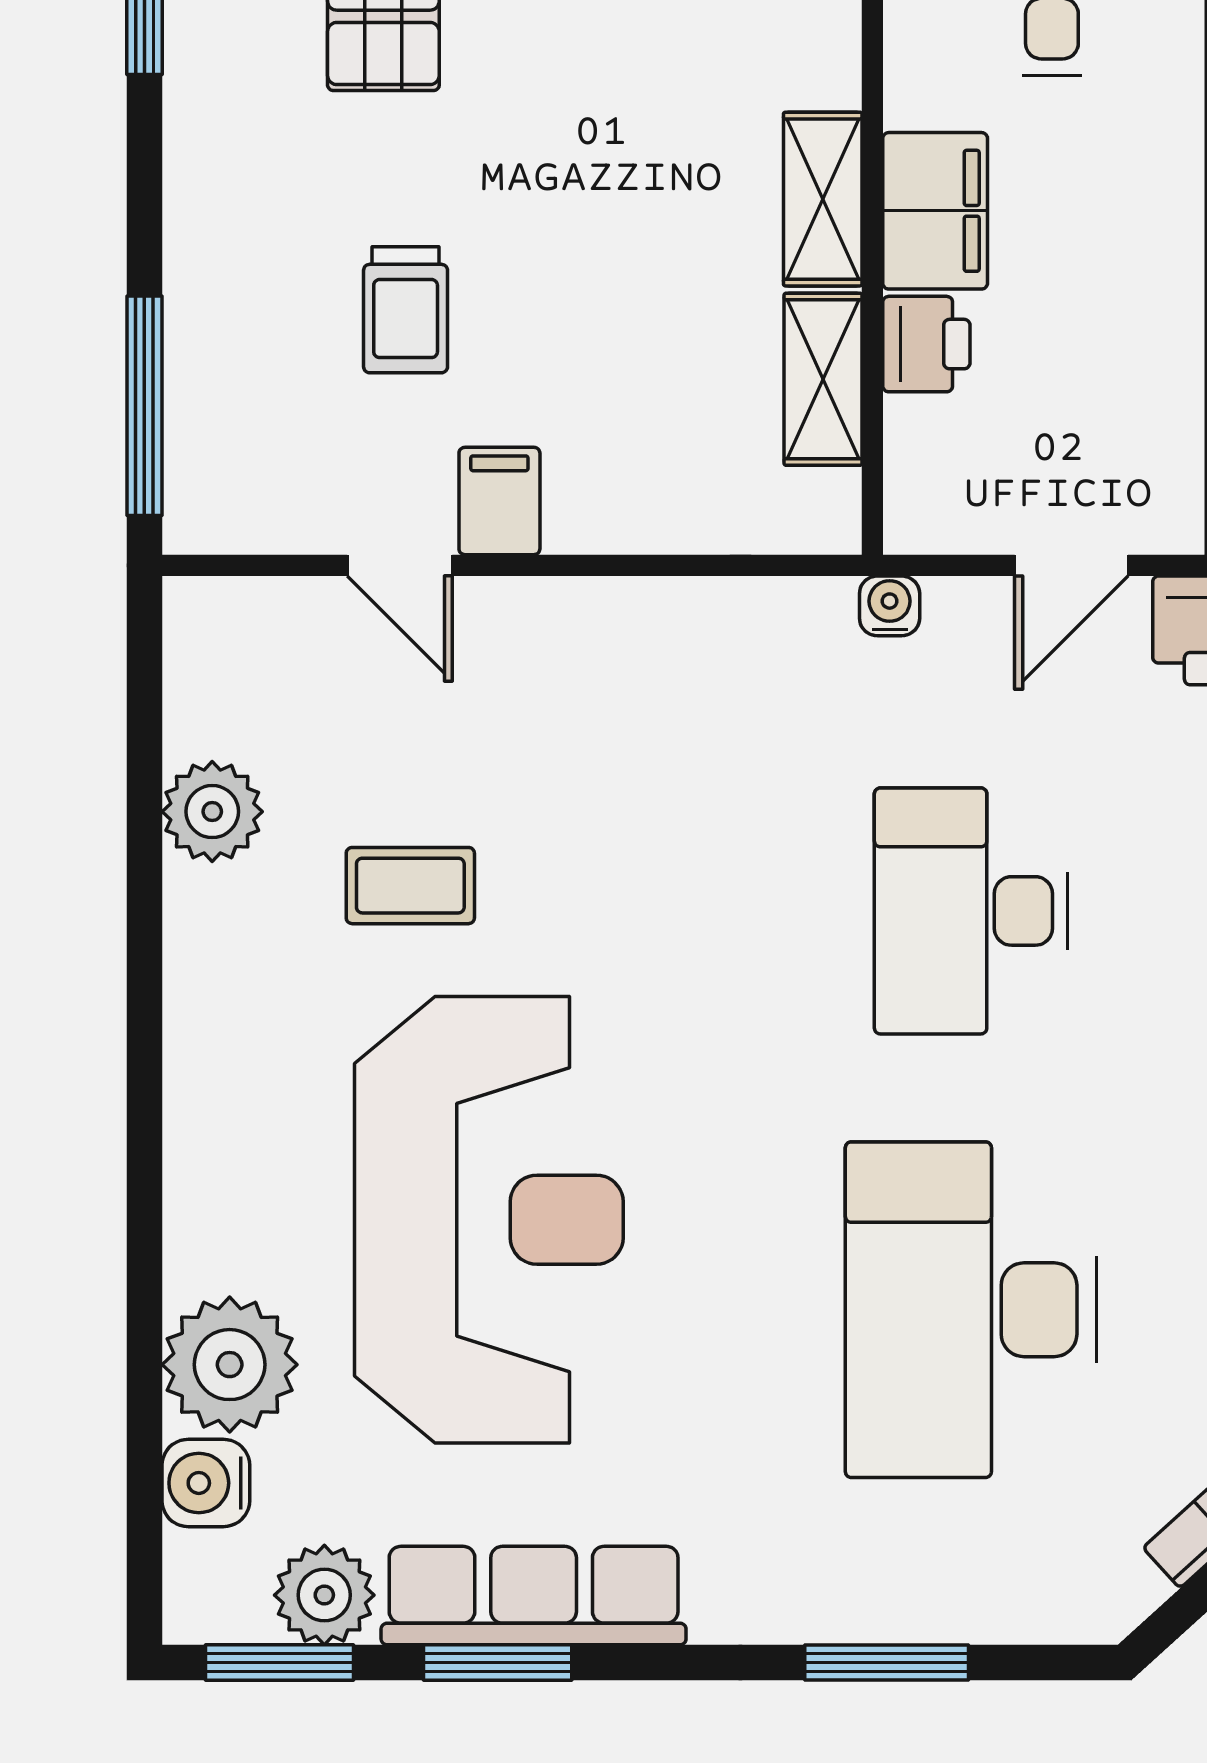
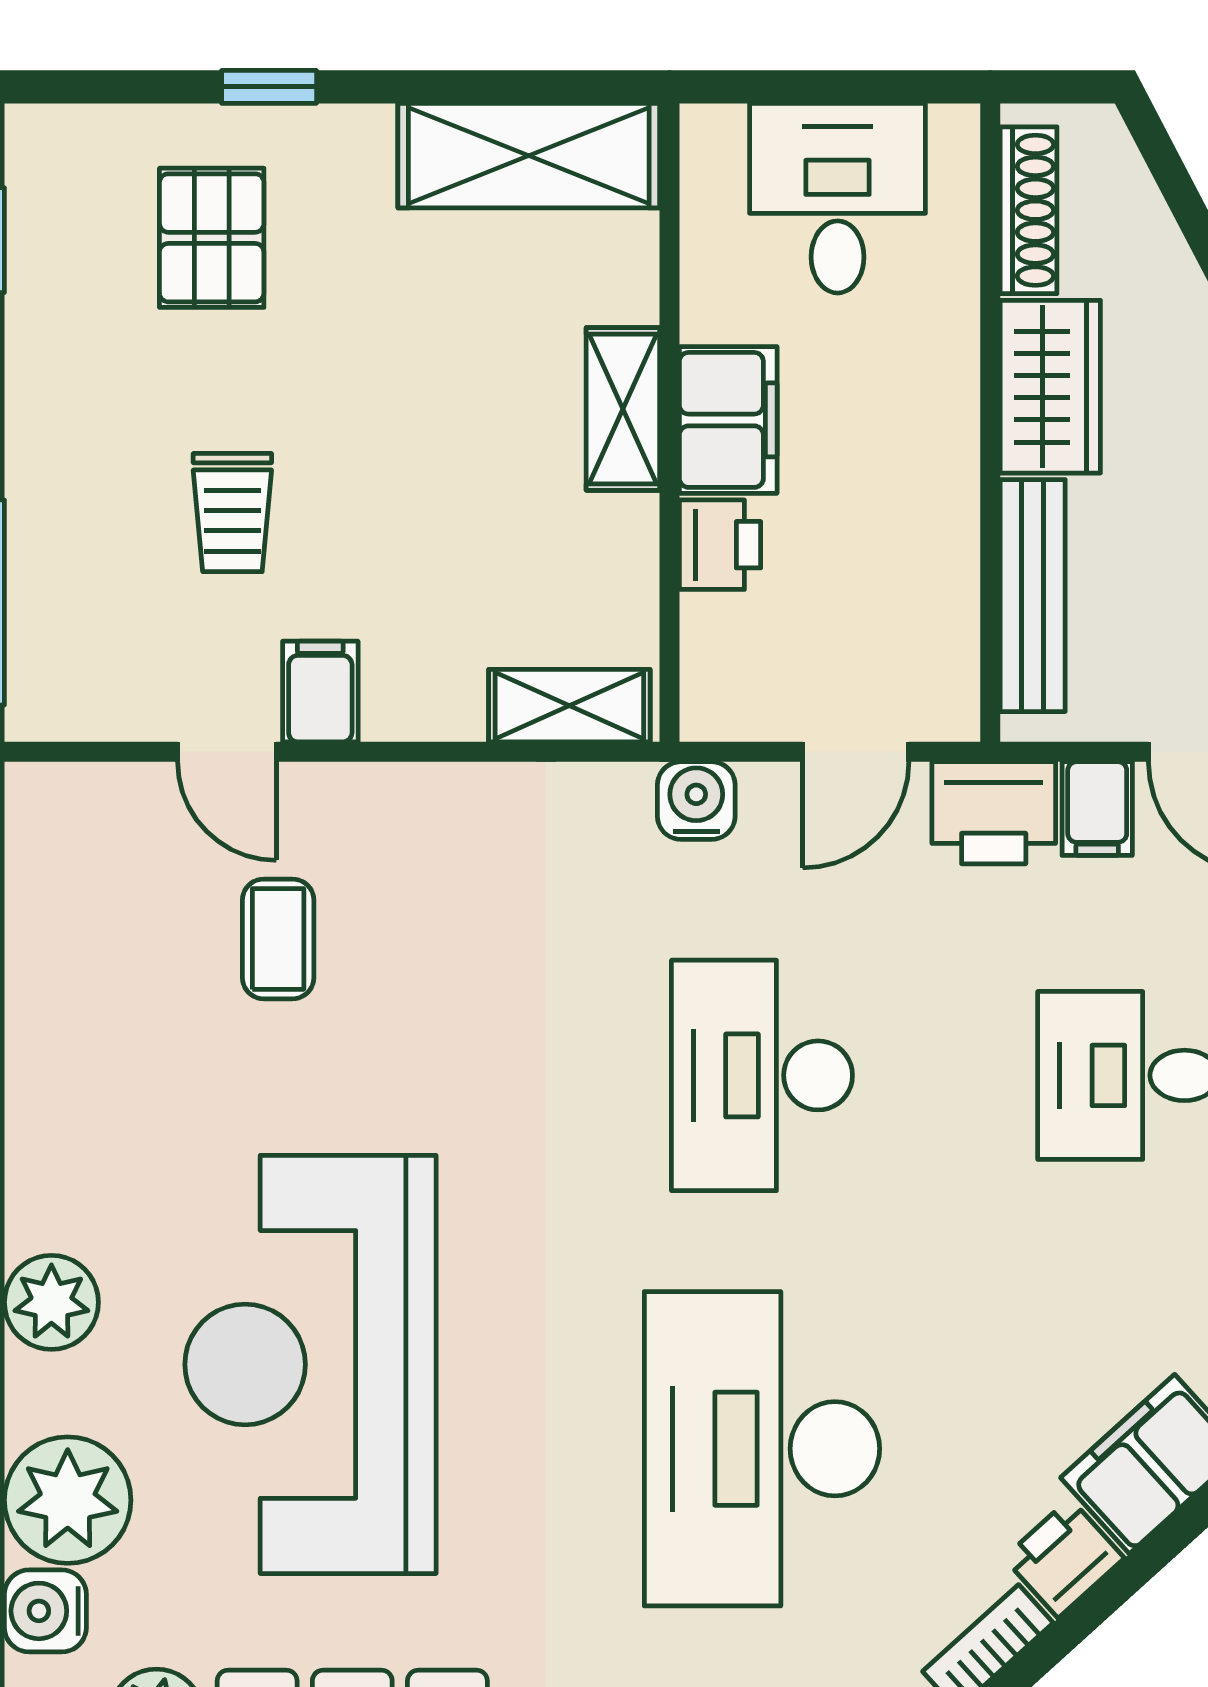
shelving: (823, 379) -> (569, 706), moved, turned 90
water cooler: (890, 606) -> (696, 801), width x1.38, depth x1.38
plant: (212, 812) -> (51, 1302), moved
coffee table: (410, 886) -> (278, 939), moved, turned 90
reception desk: (489, 1220) -> (310, 1364), turned 180

